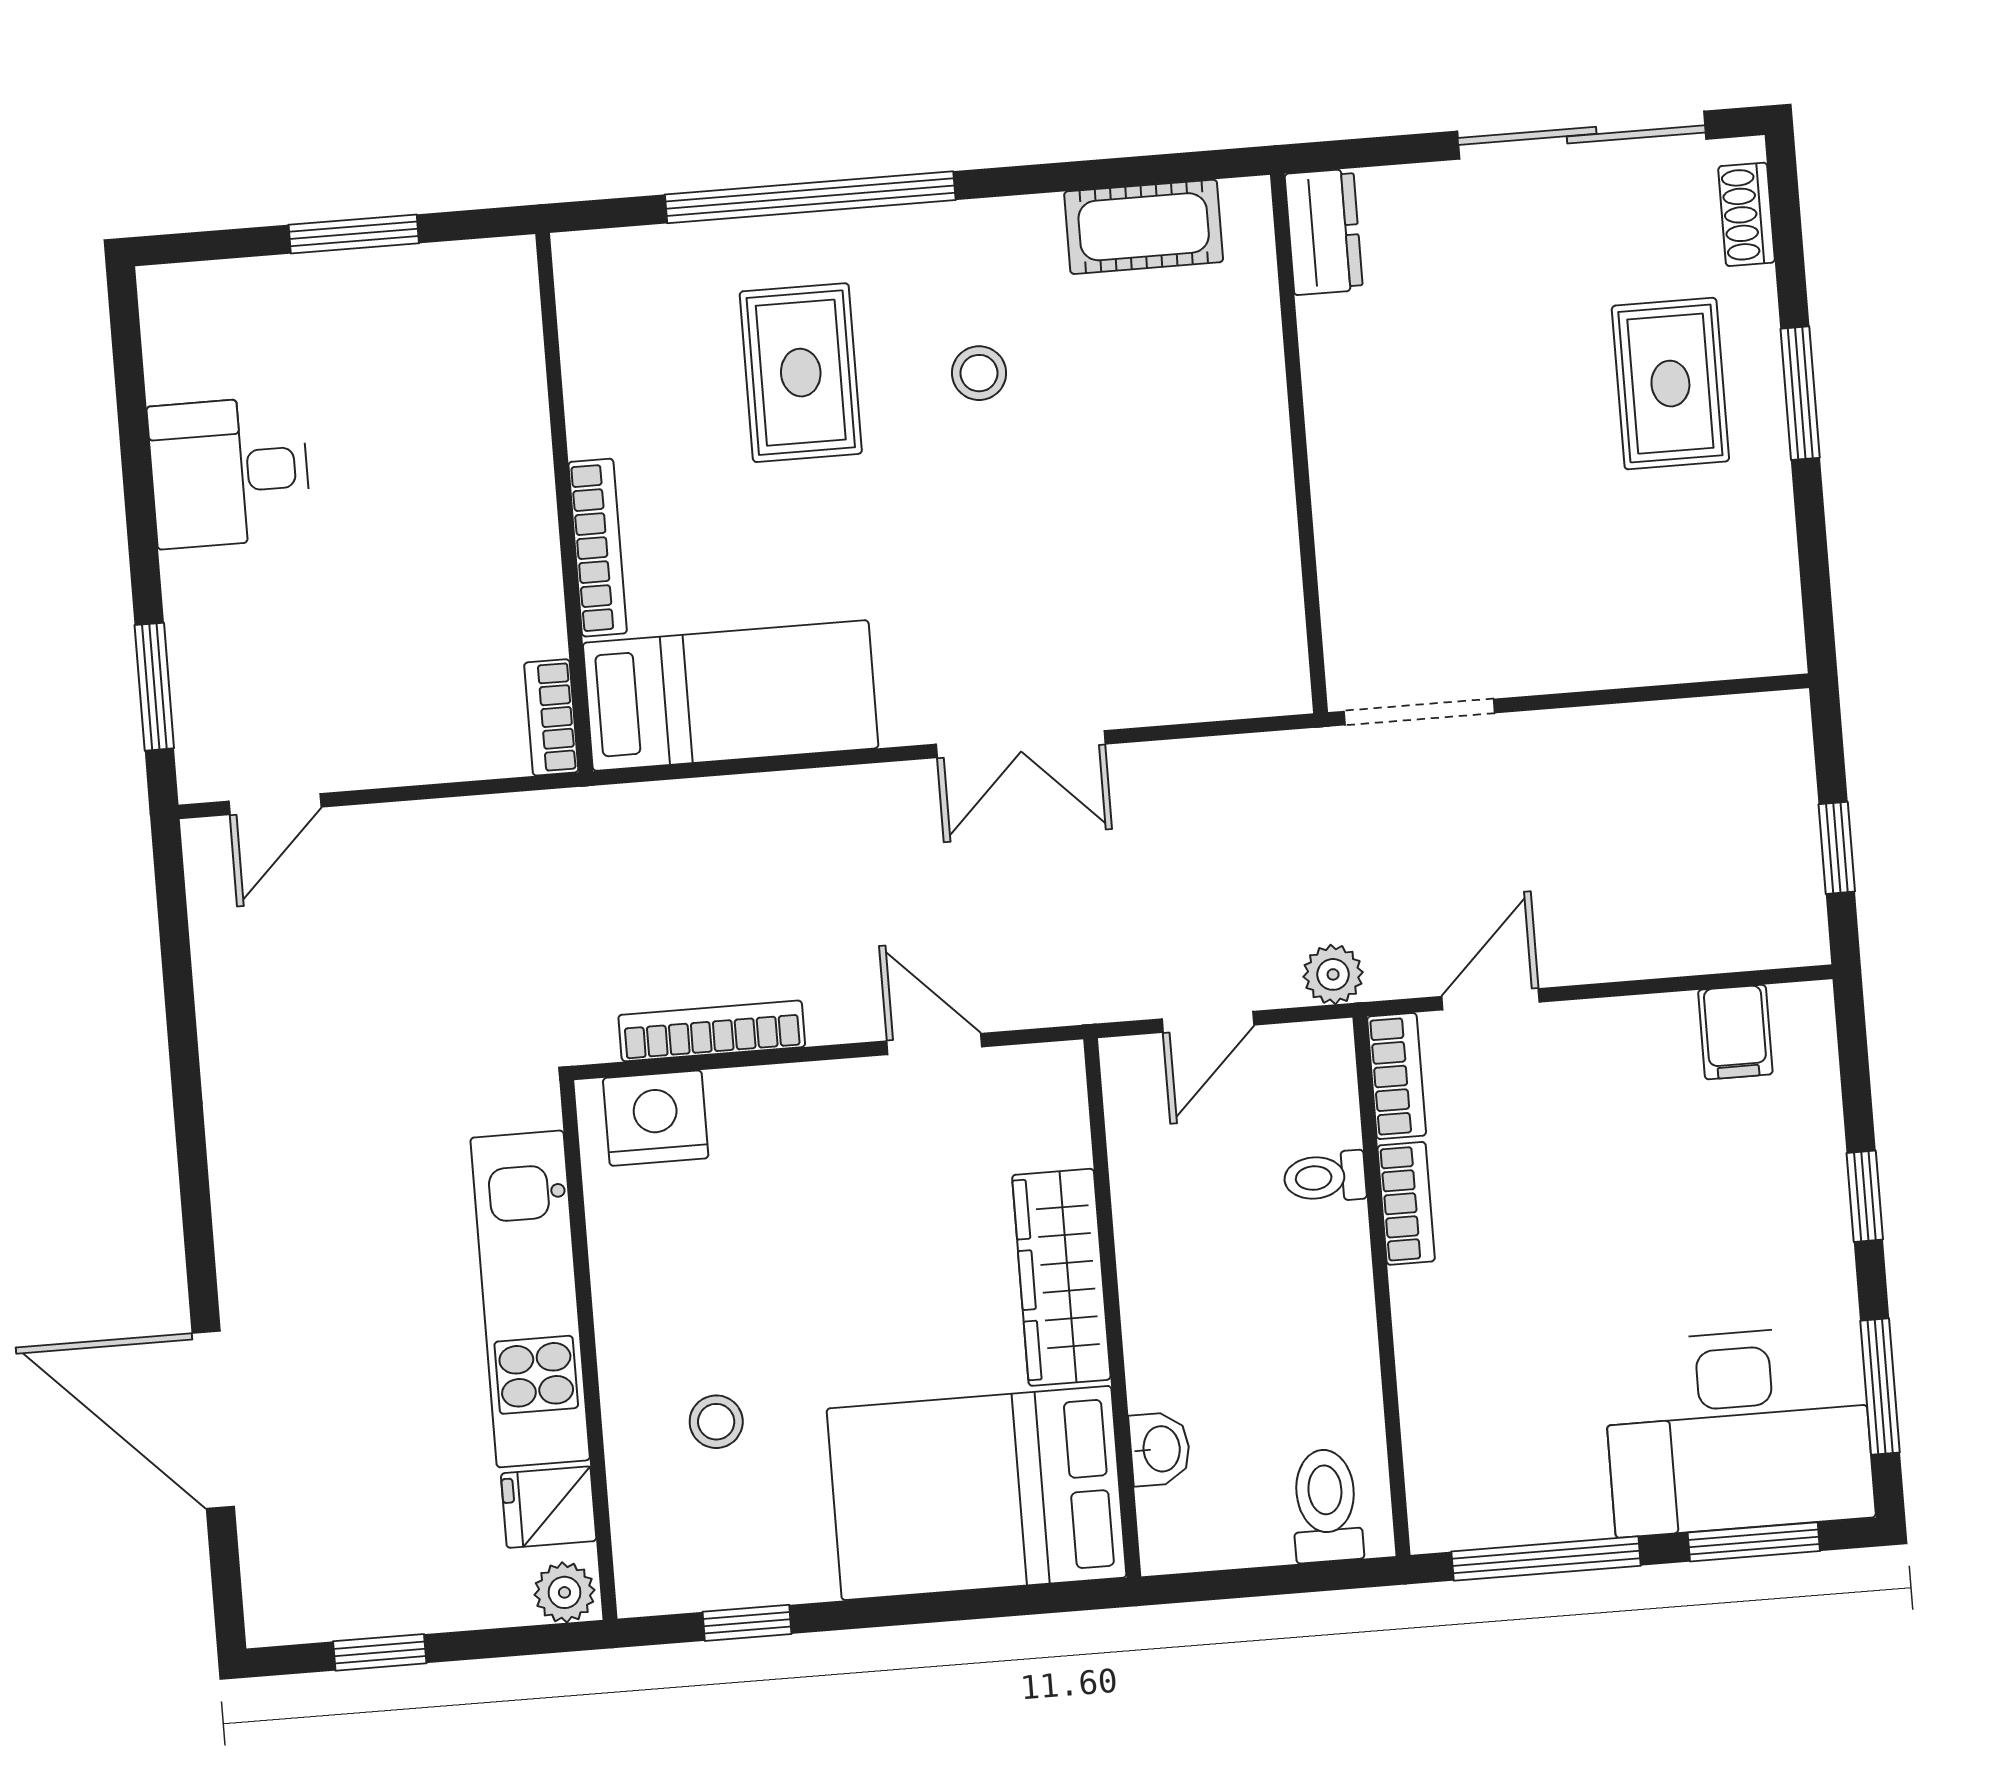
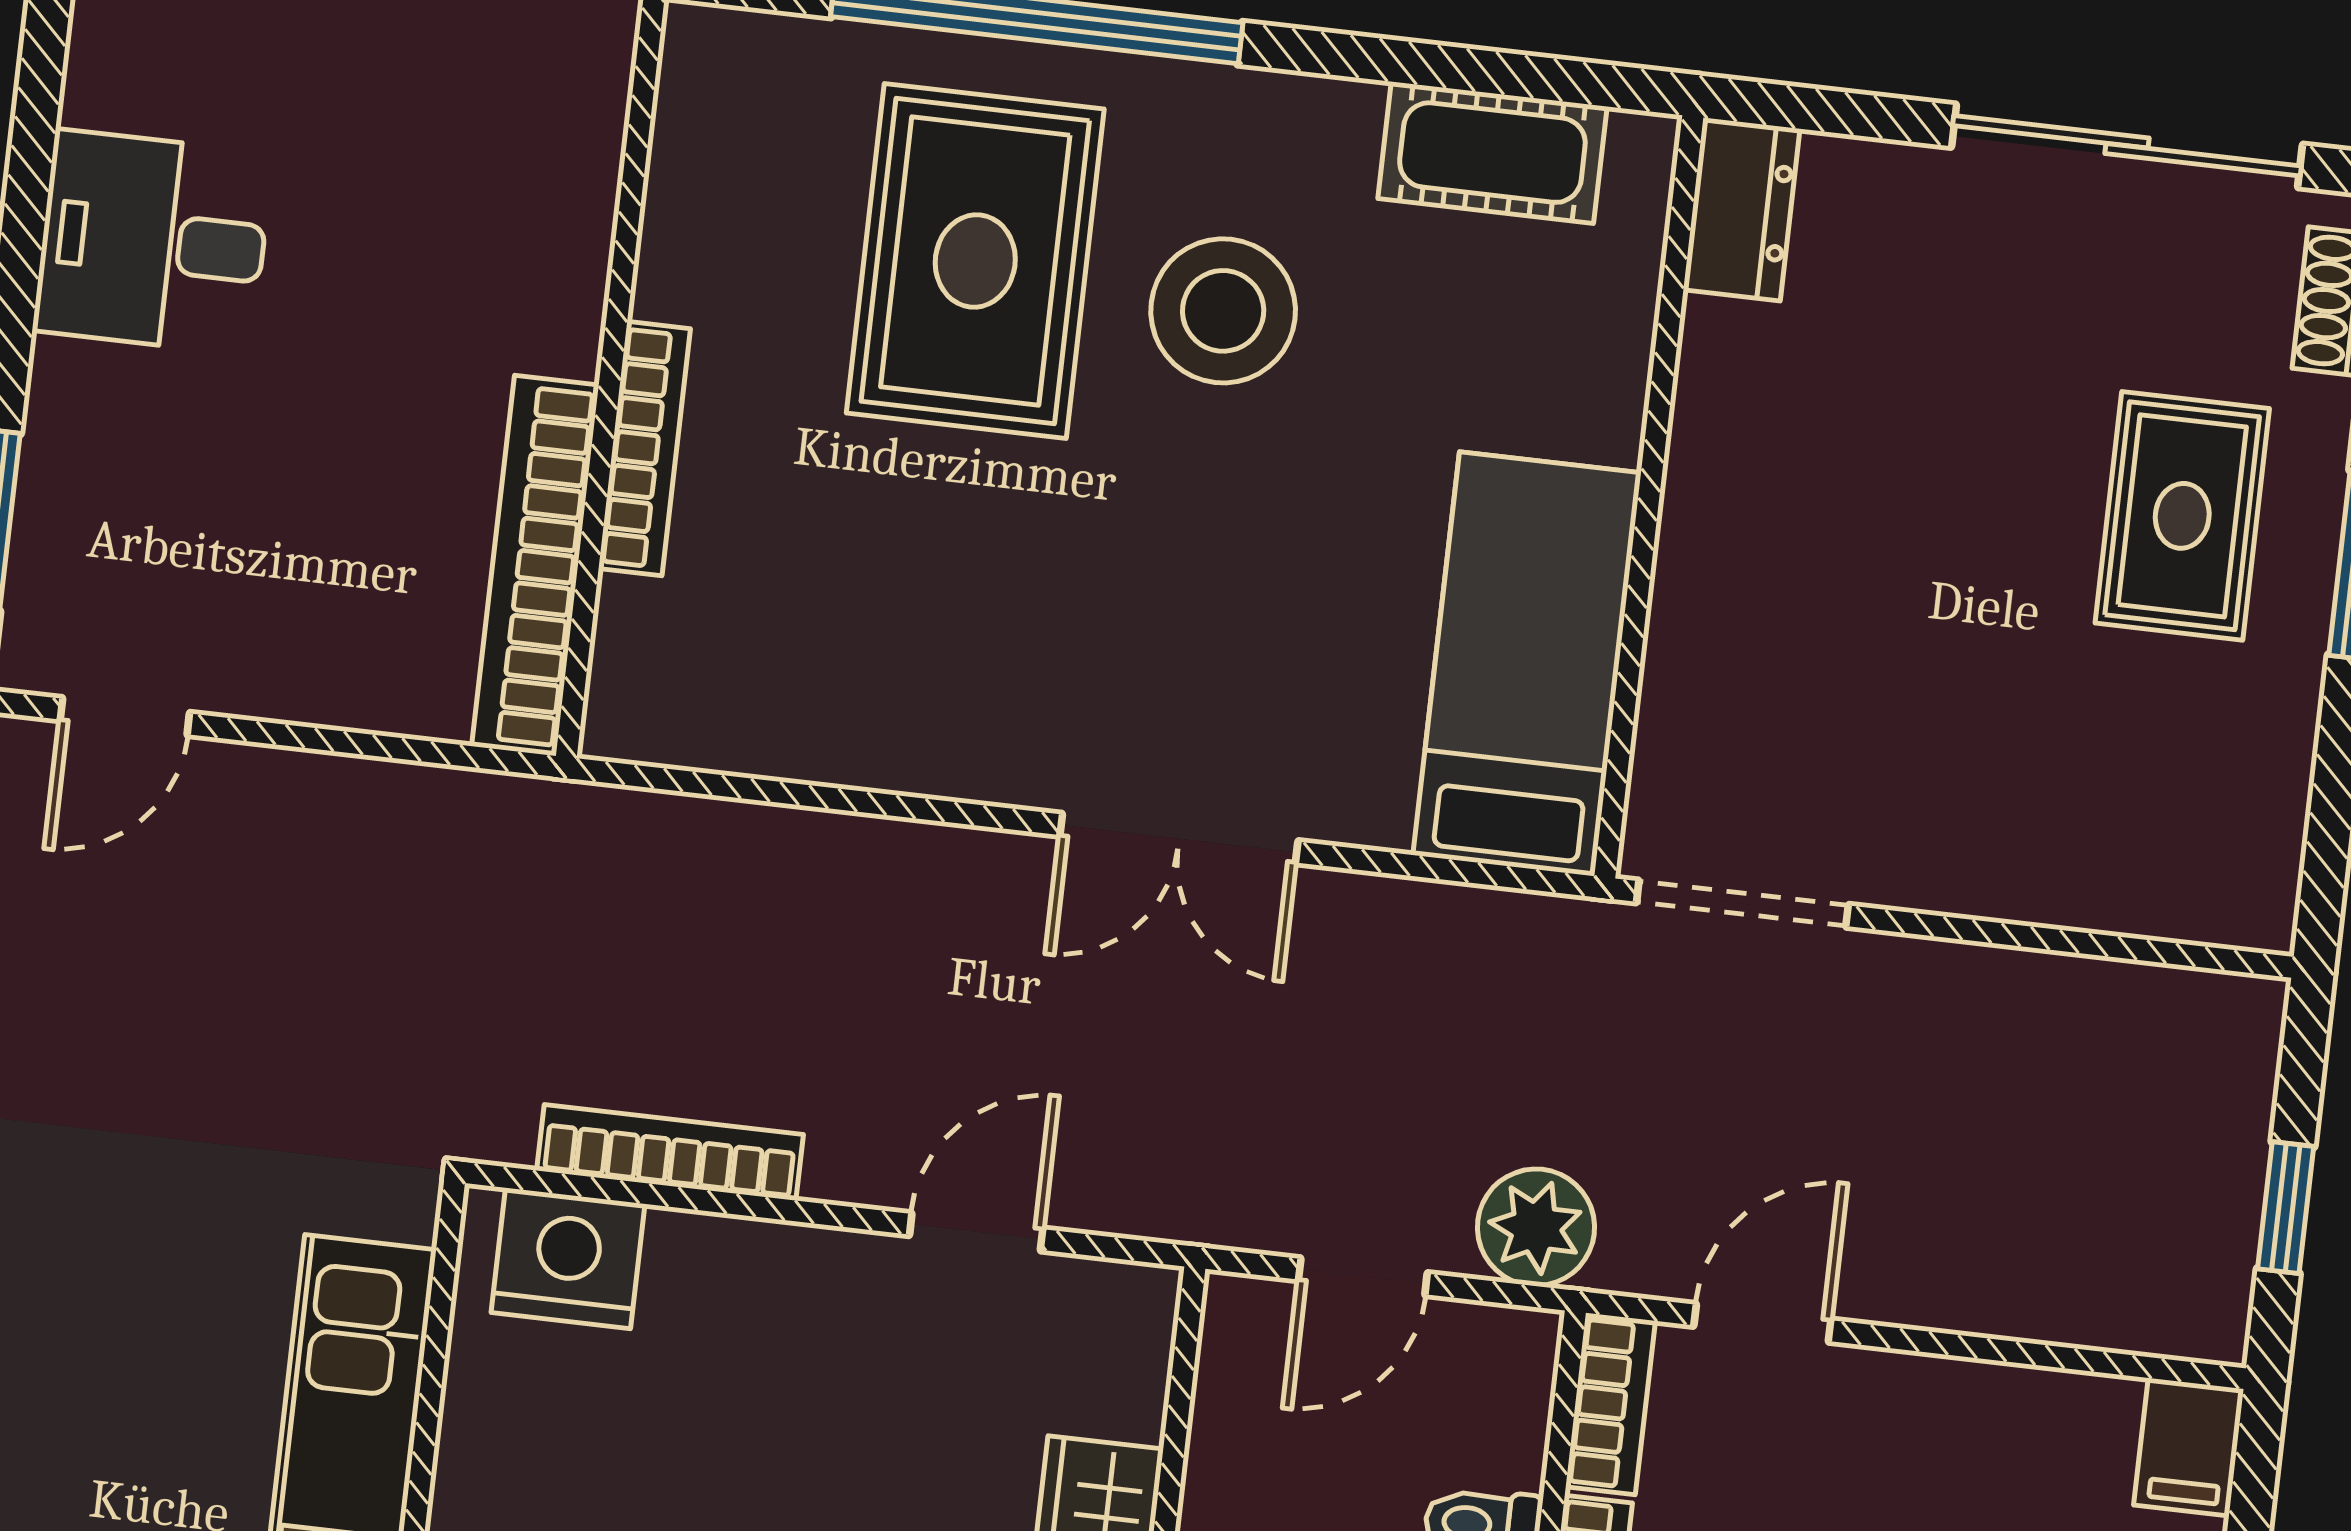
rug: (801, 373) -> (975, 261), width x1.36, depth x1.43
stool: (979, 373) -> (1223, 311), width x1.89, depth x1.89
bed: (731, 695) -> (1527, 664), moved, turned -90
bookcase: (551, 717) -> (535, 566), width x2.31, depth x1.31
plant: (1333, 974) -> (1536, 1227), width x1.38, depth x1.38
filing cabinet: (1735, 1032) -> (2189, 1447), moved
door: (934, 1044) -> (976, 1232), hinge flipped

